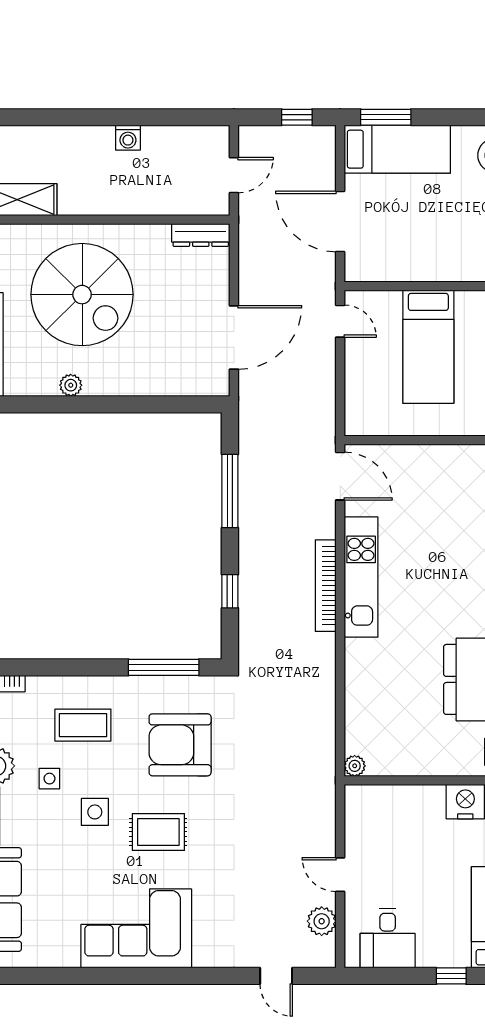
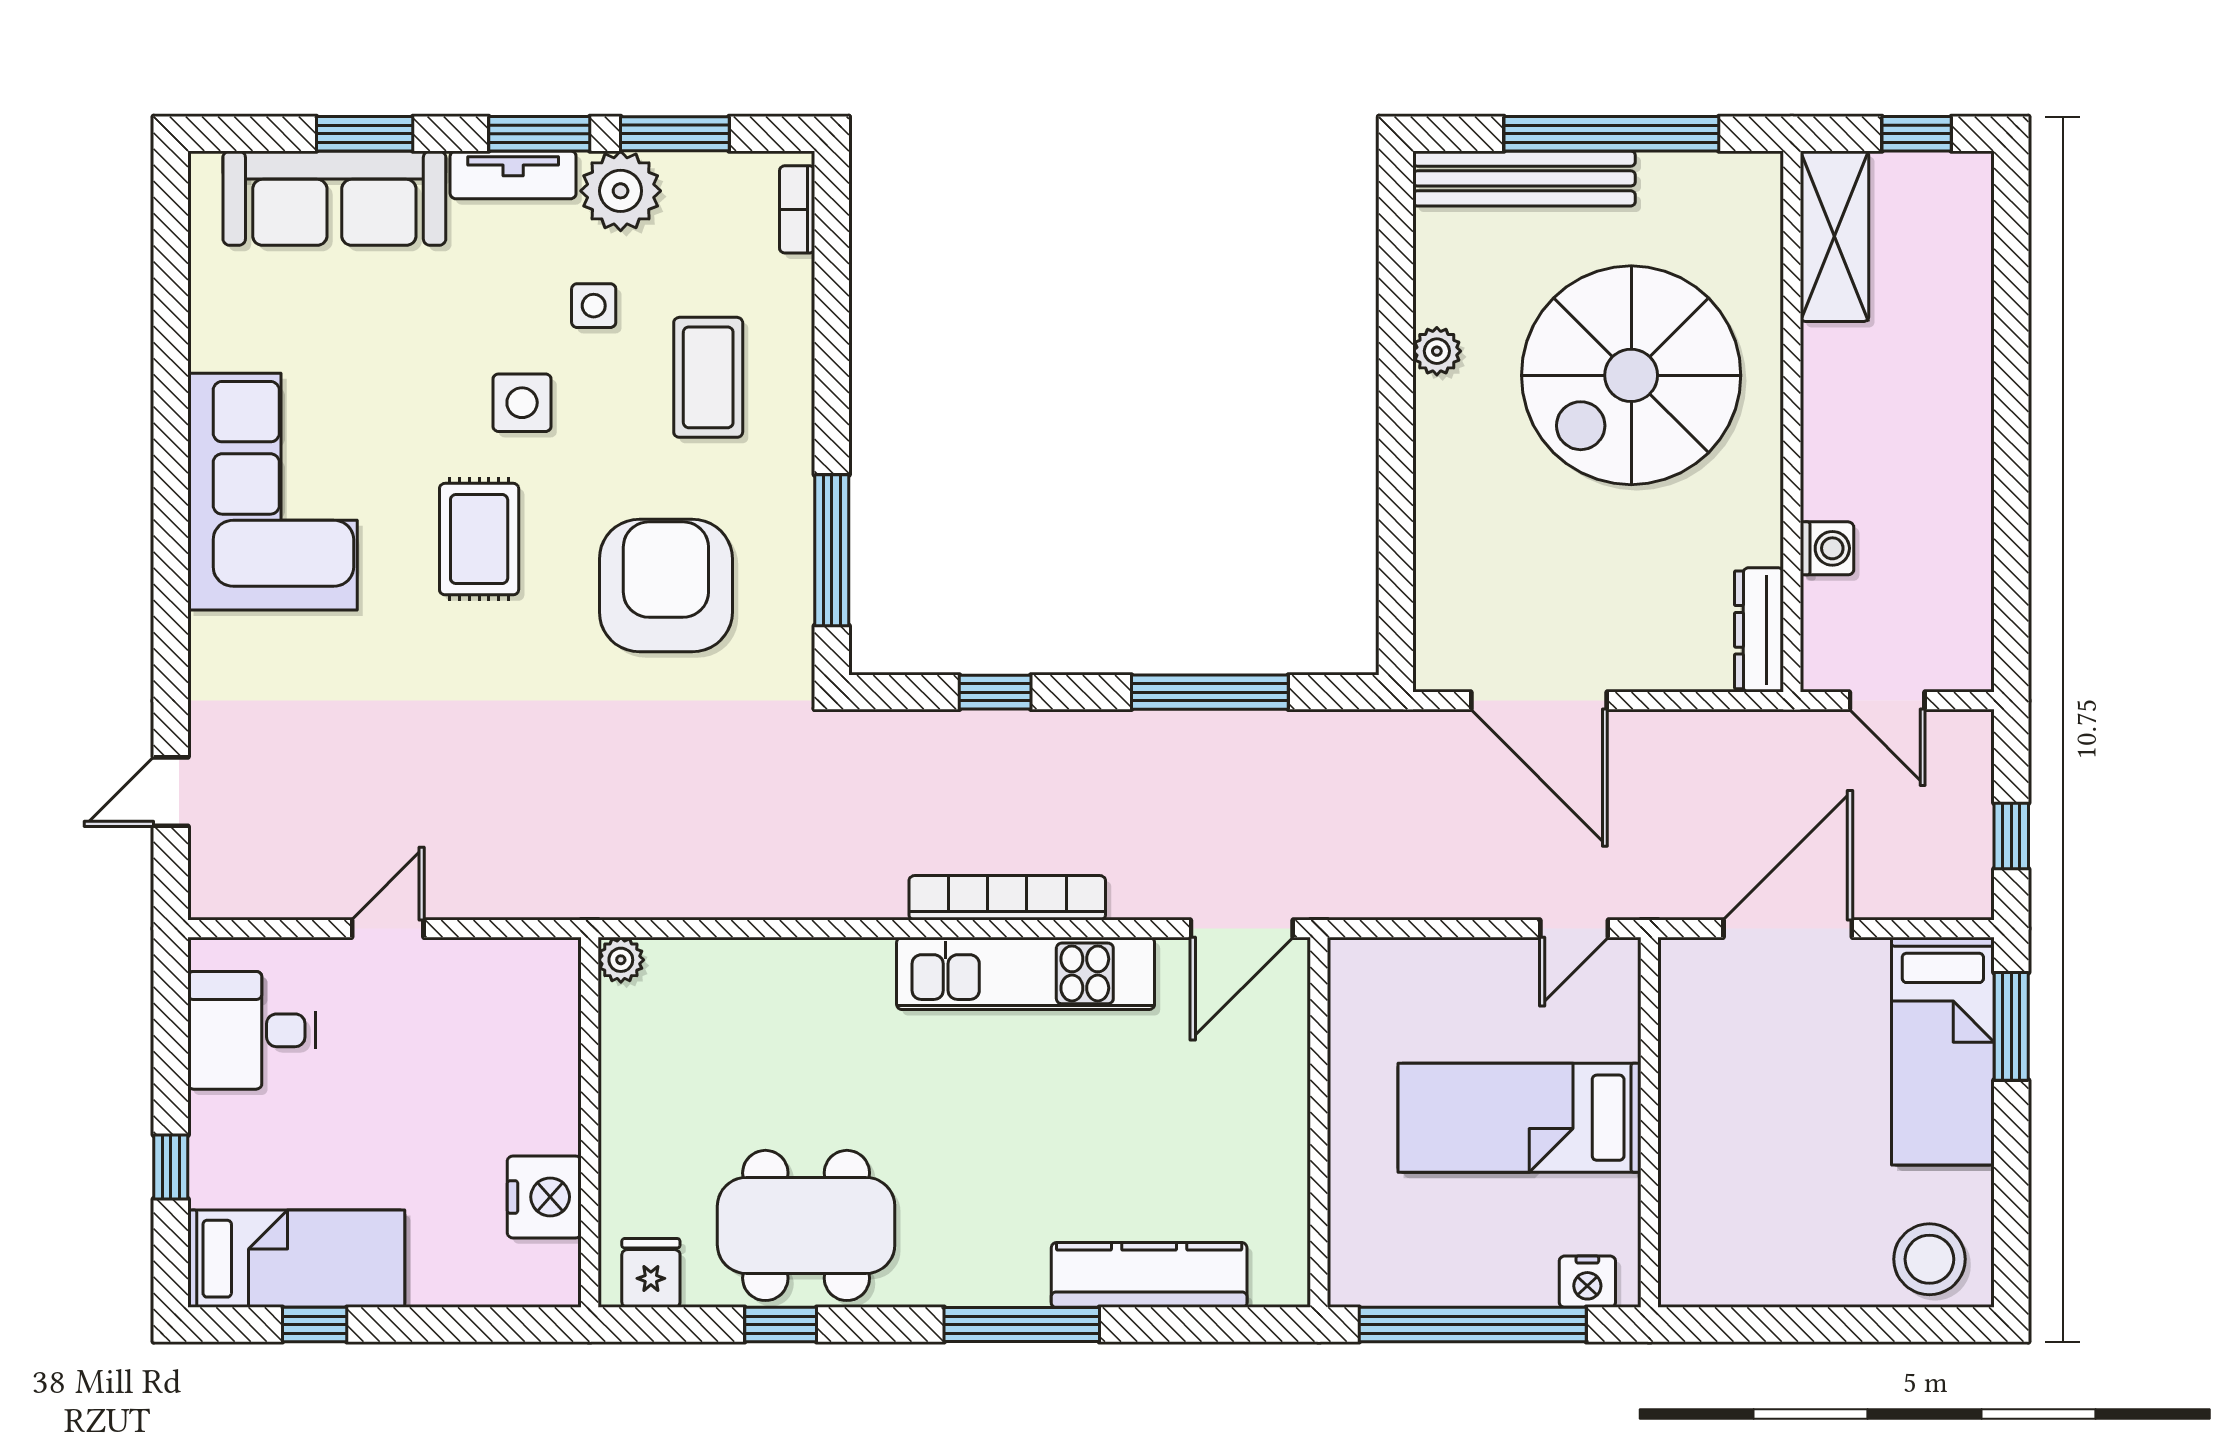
washing machine: (128, 138) -> (1827, 548), moved, turned 180
plant: (322, 921) -> (288, 889), removed

